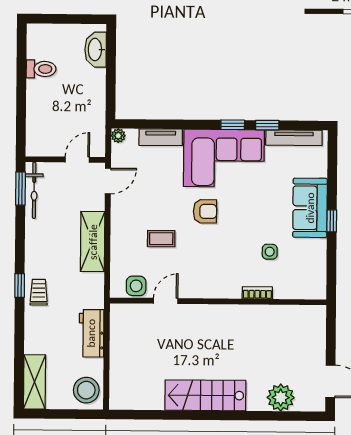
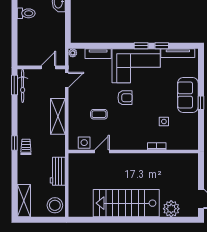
stairs: (205, 395) -> (126, 203), width x1.36, depth x1.51

